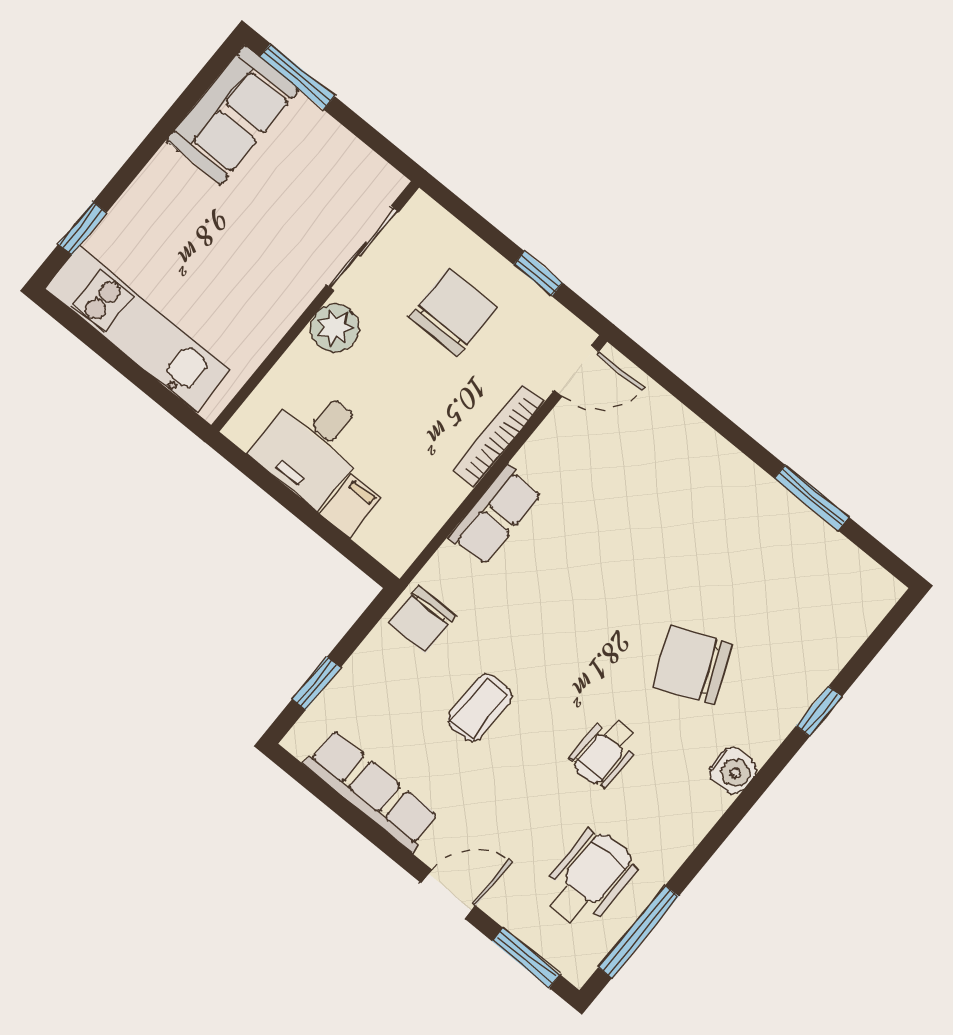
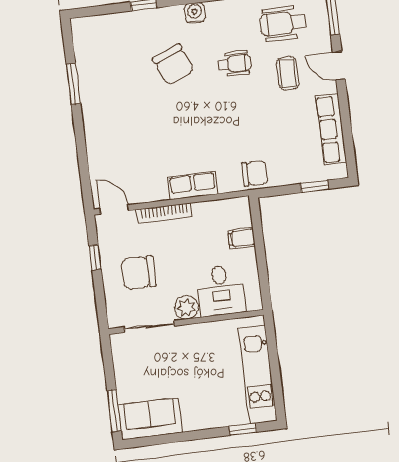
desk: (313, 444) -> (221, 290), moved, turned 90
coffee table: (480, 708) -> (288, 73), moved, turned 90

